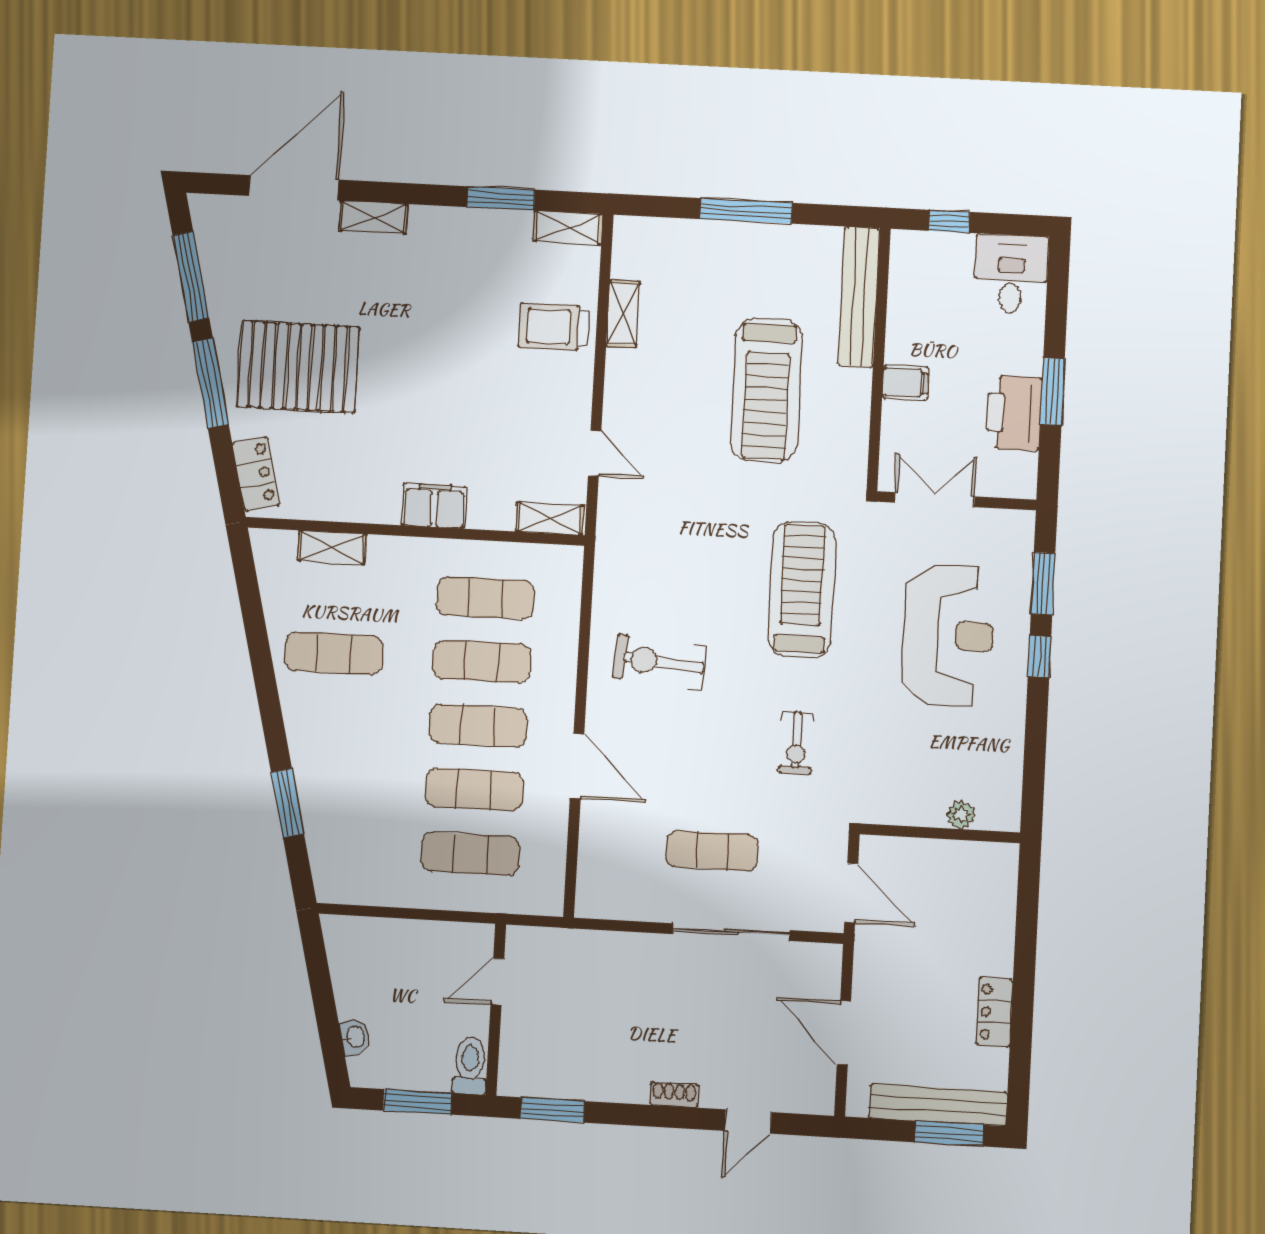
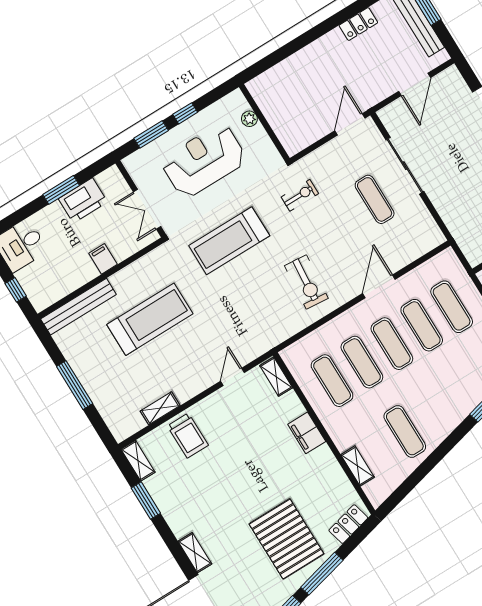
plant: (961, 815) -> (249, 119), moved
wall: (940, 833) -> (264, 123), moved

